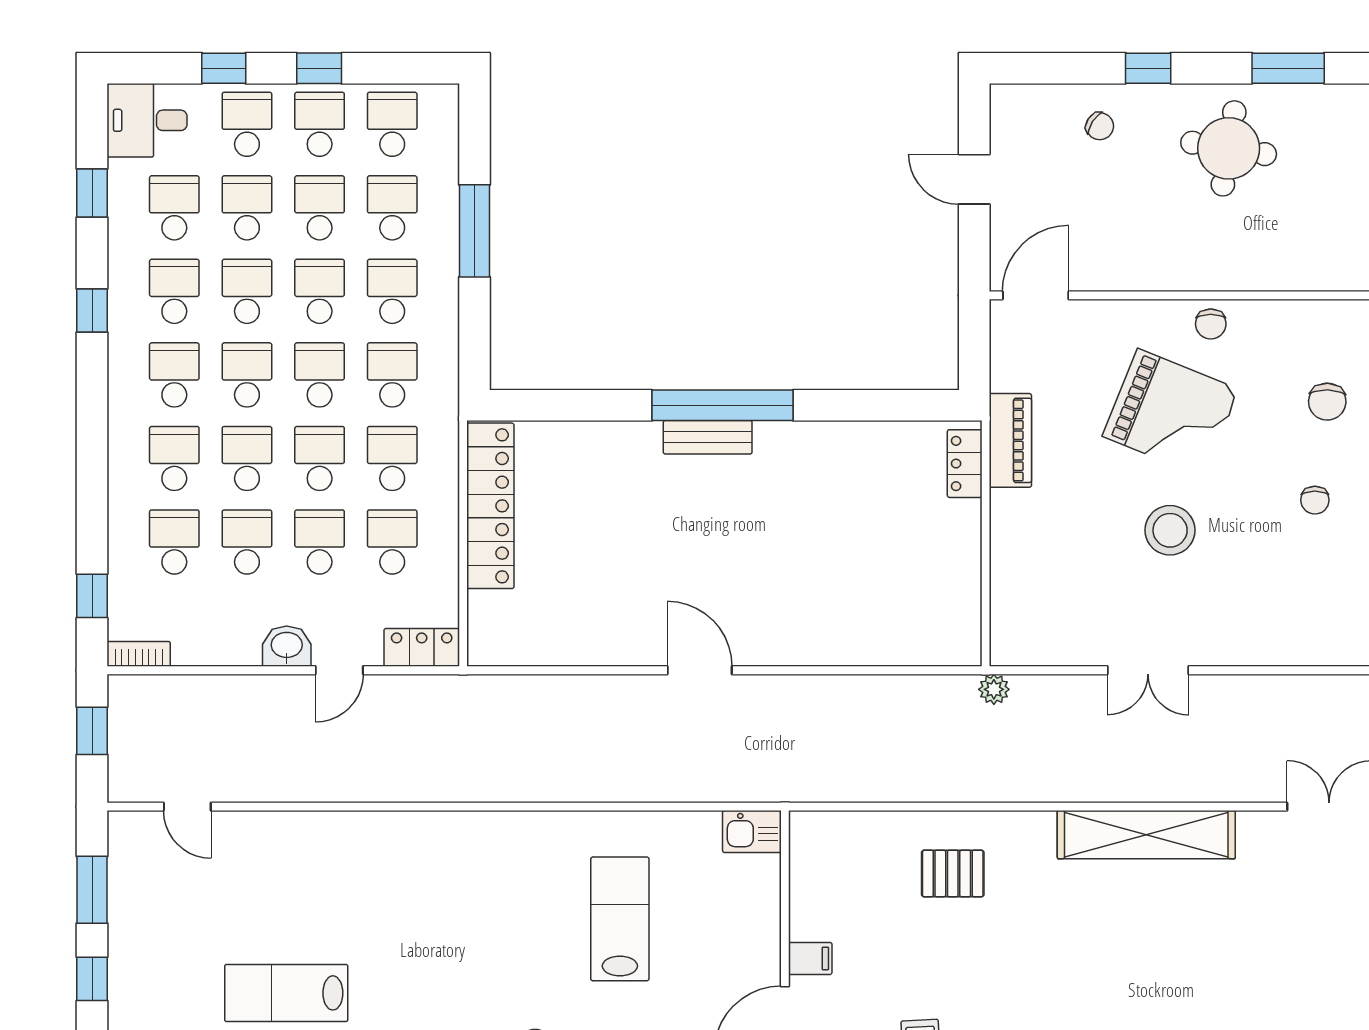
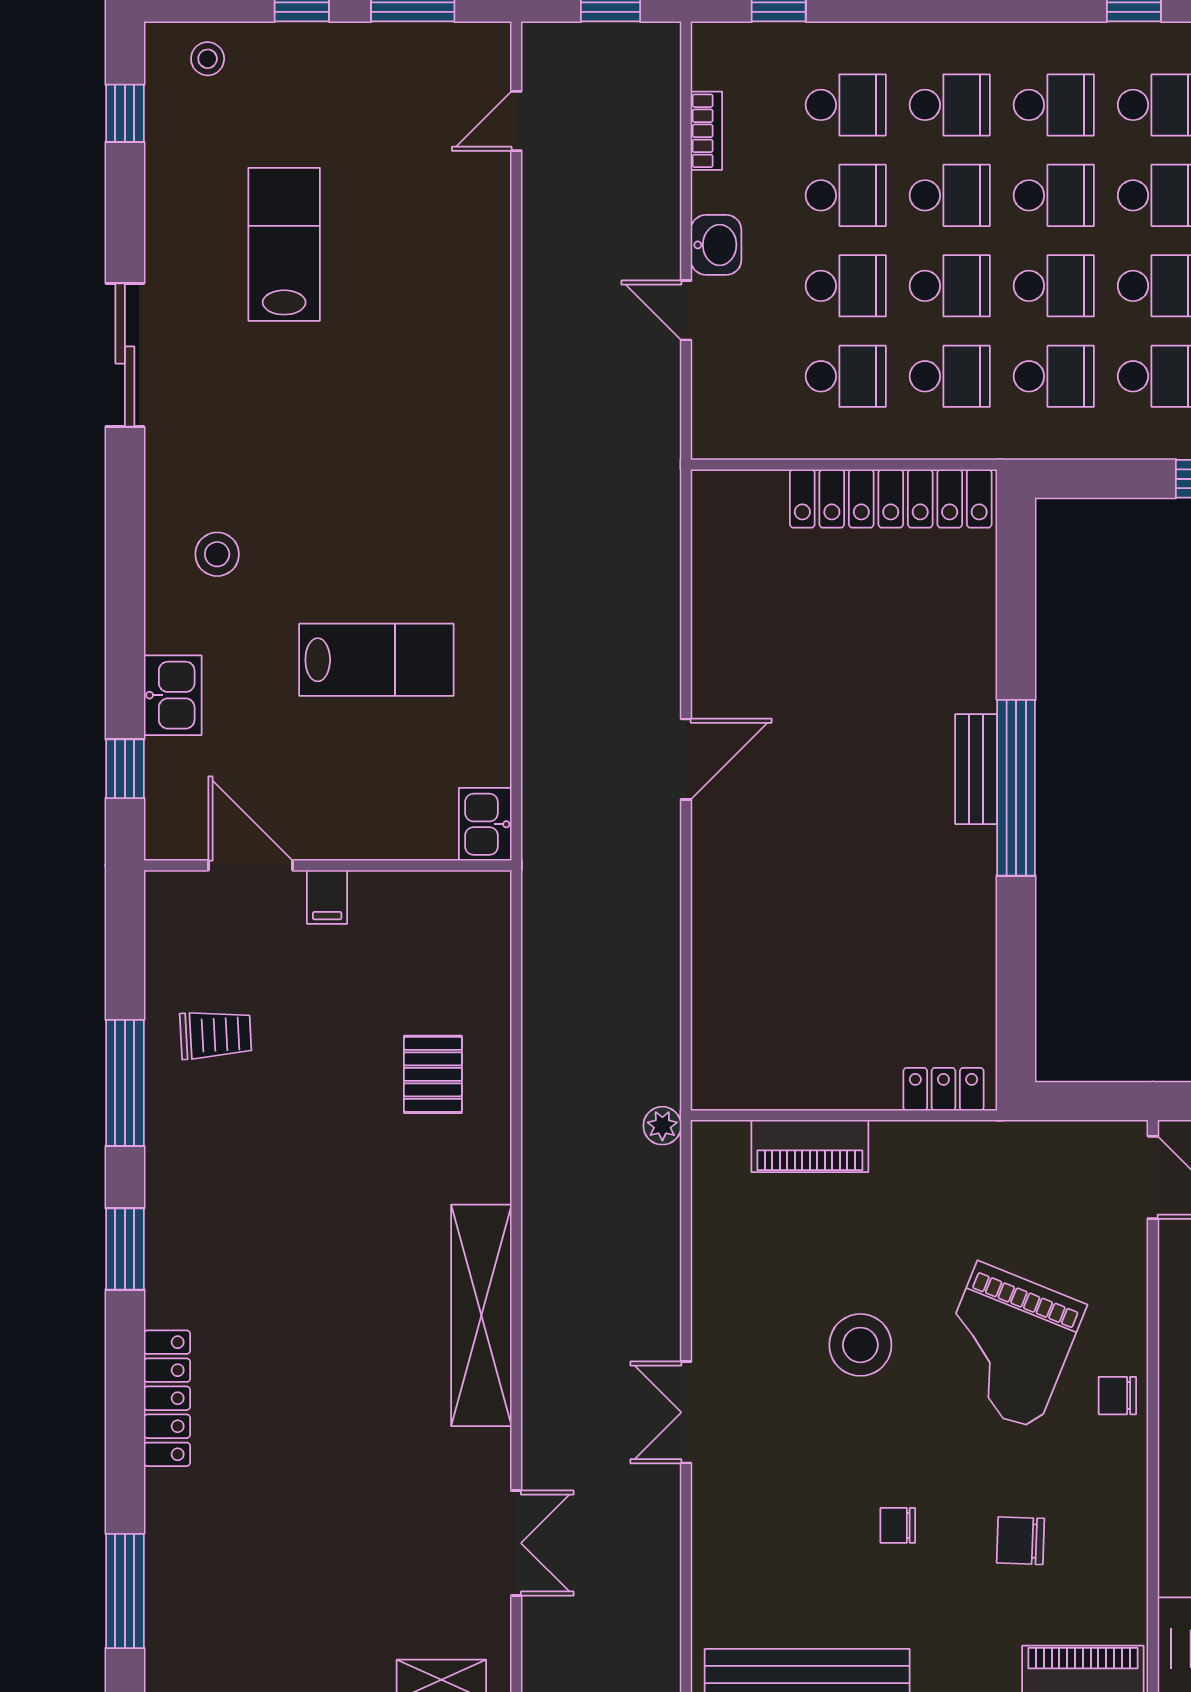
piano: (1010, 440) -> (810, 1146), moved
locker: (422, 647) -> (714, 413), removed
bookcase: (139, 654) -> (706, 131), moved
double door: (1148, 670) -> (686, 1412), moved

